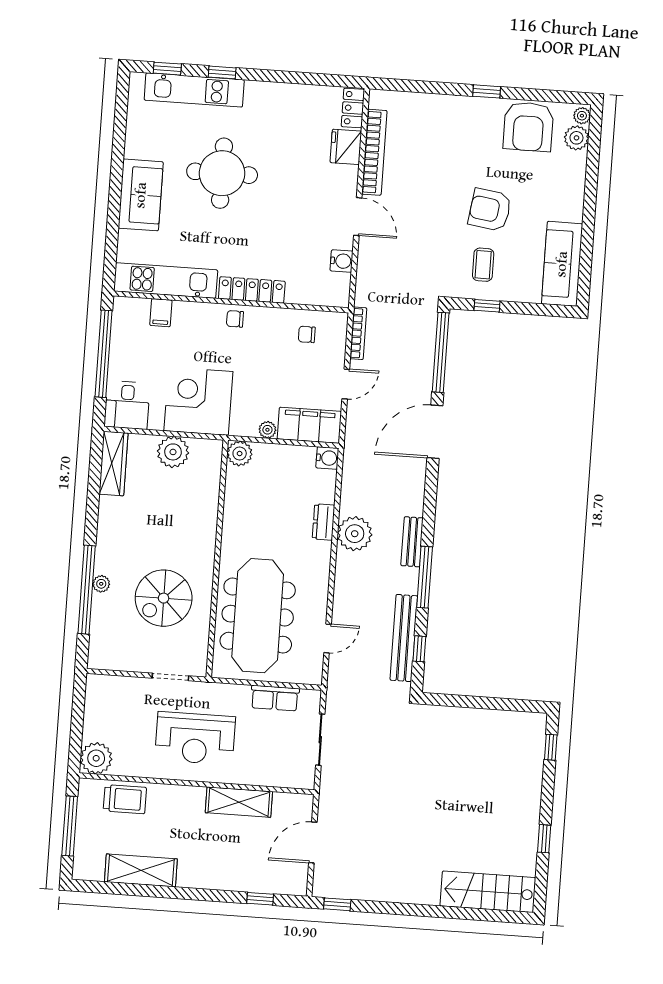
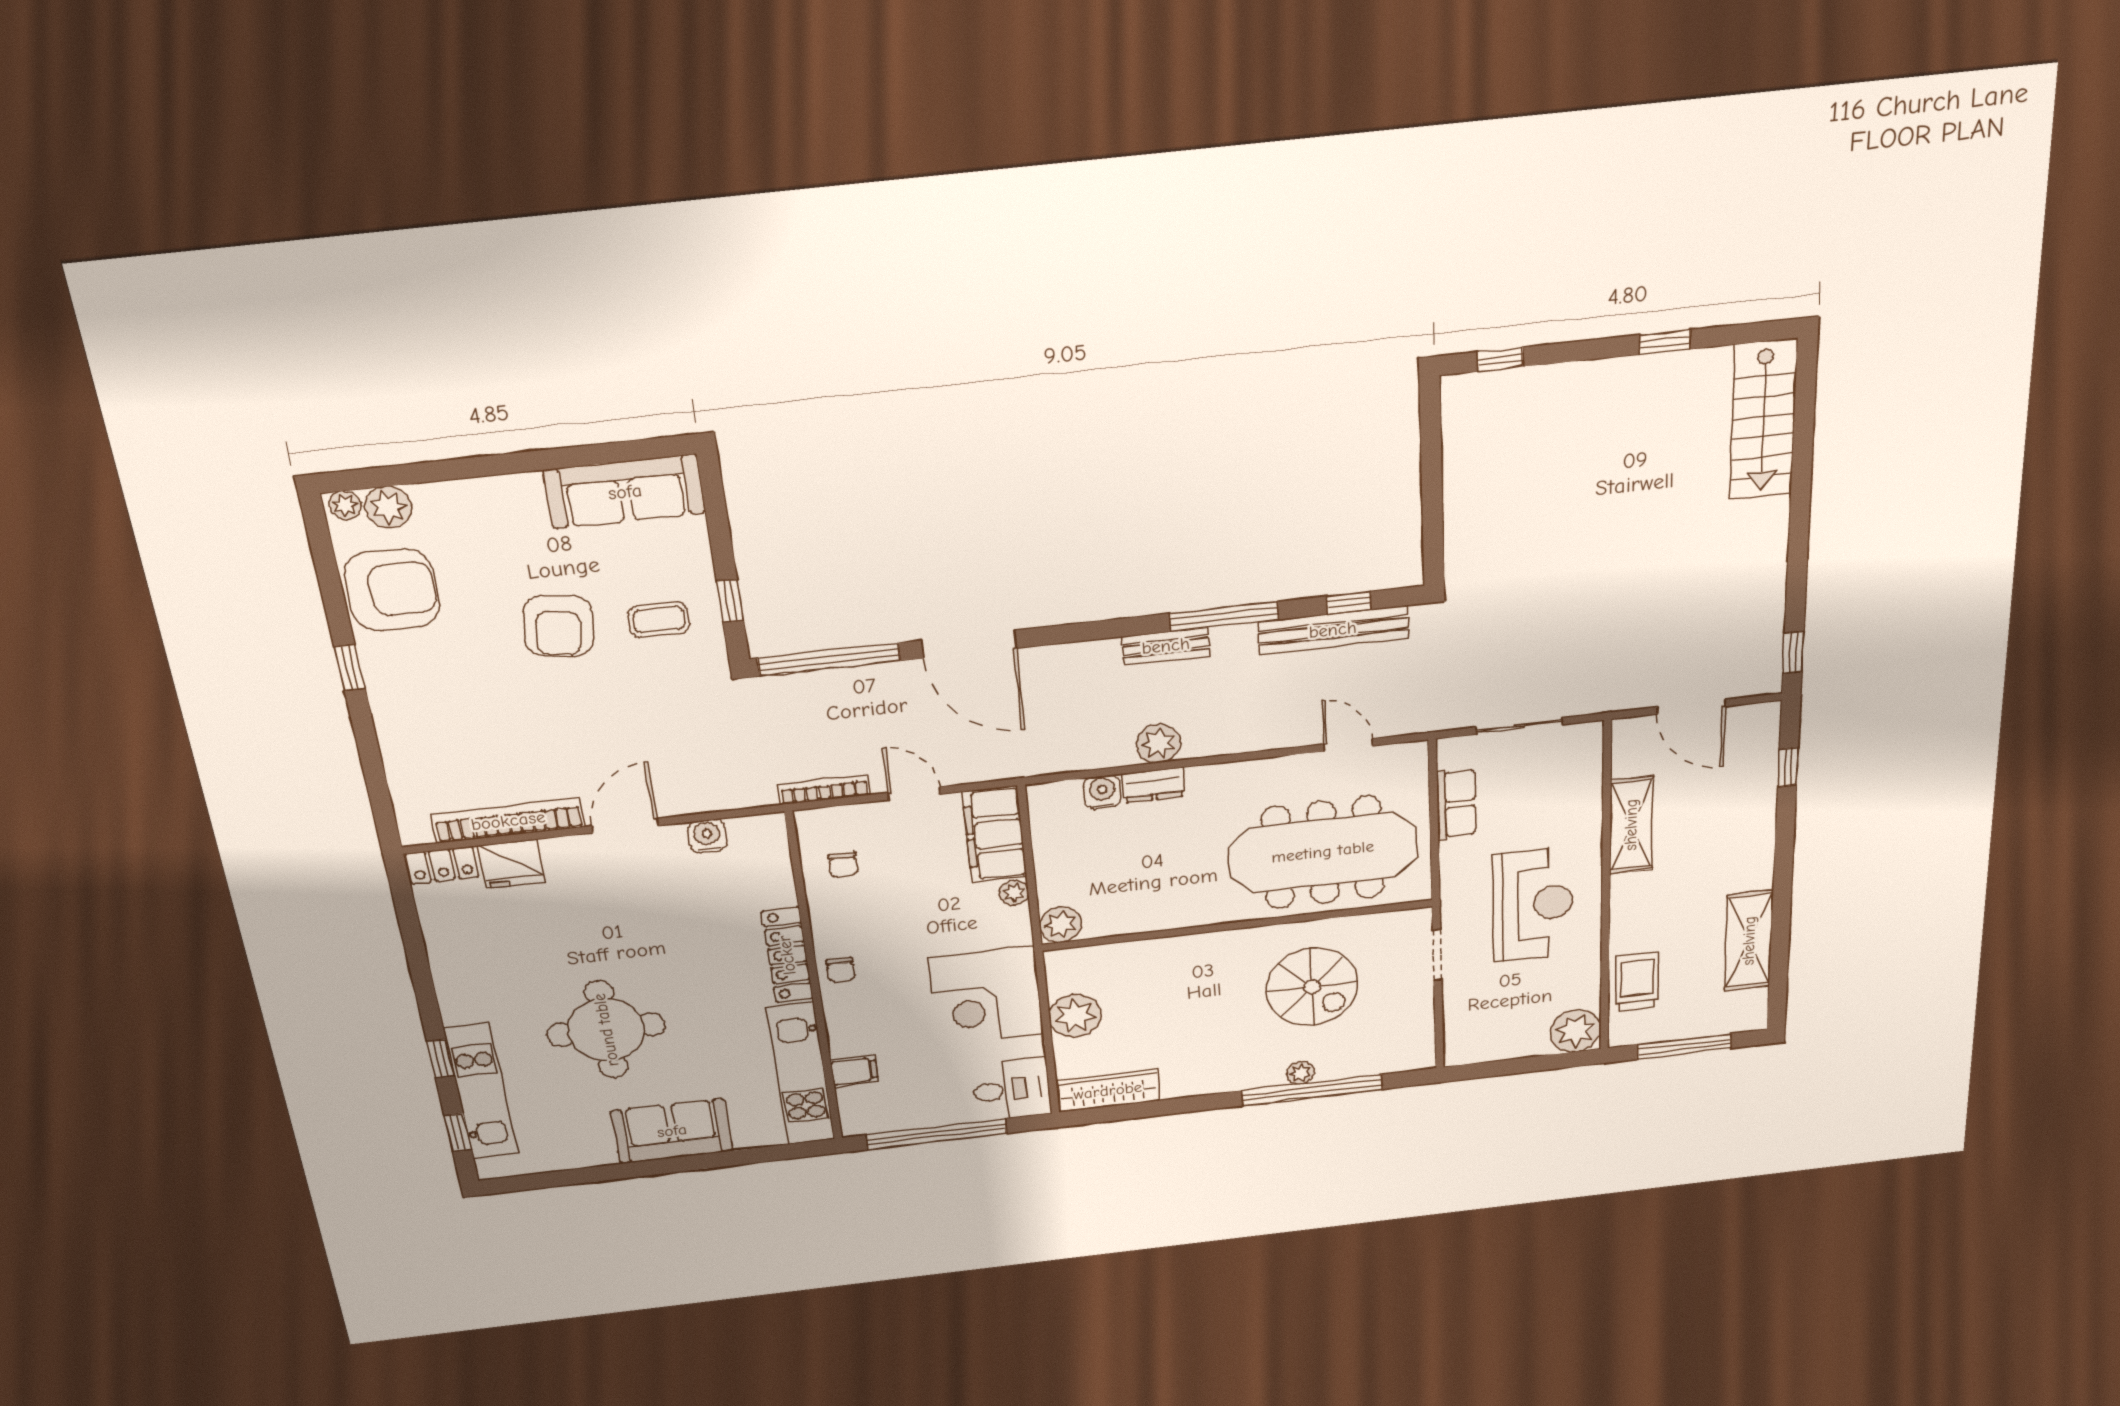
water cooler: (327, 458) -> (1102, 792), moved
plant: (355, 534) -> (1158, 744), width x0.73, depth x0.73

